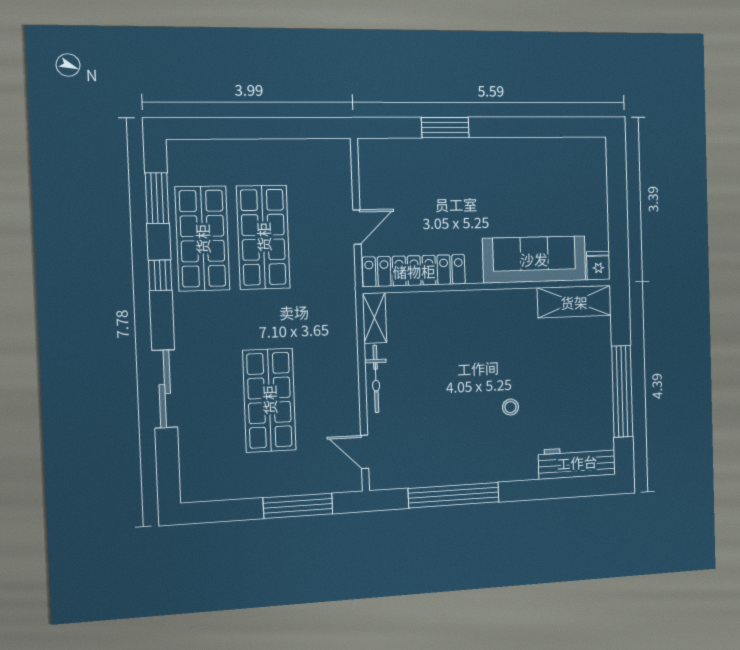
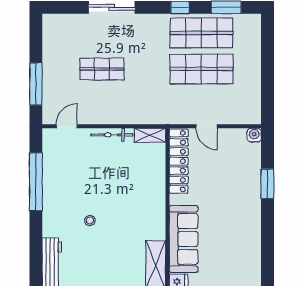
water cooler: (369, 149) -> (254, 135), added
shop shelf: (269, 400) -> (102, 69), width x0.70, depth x0.74

